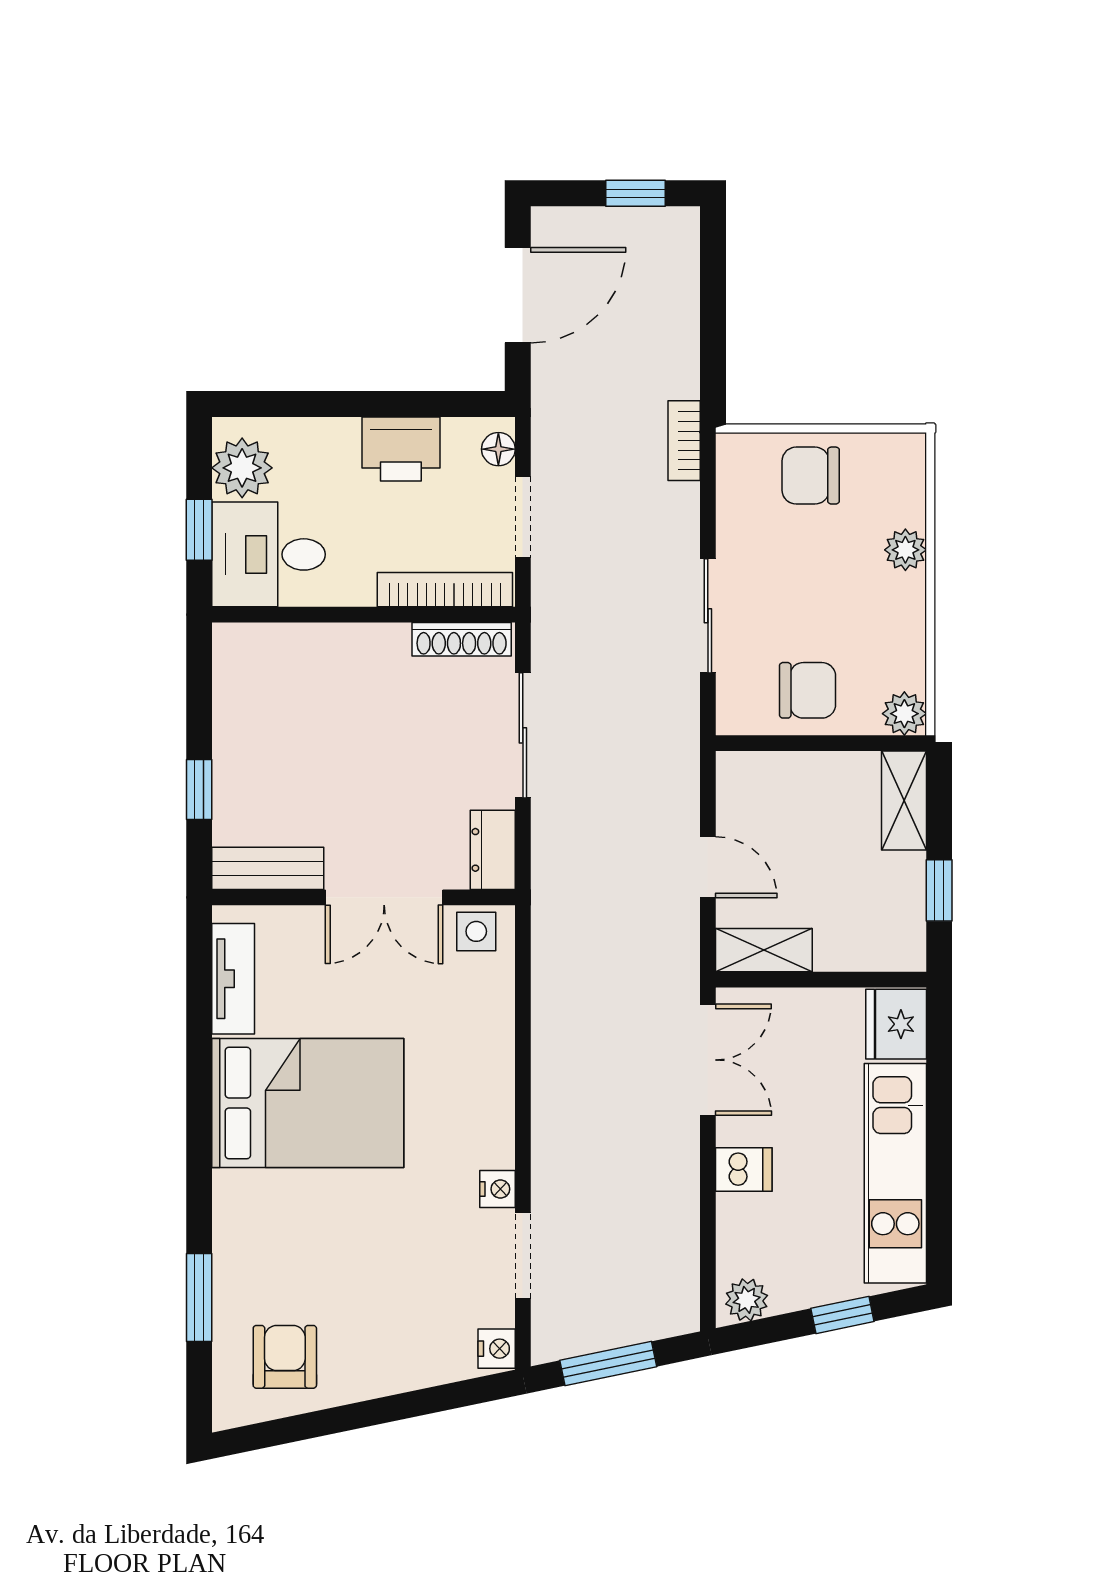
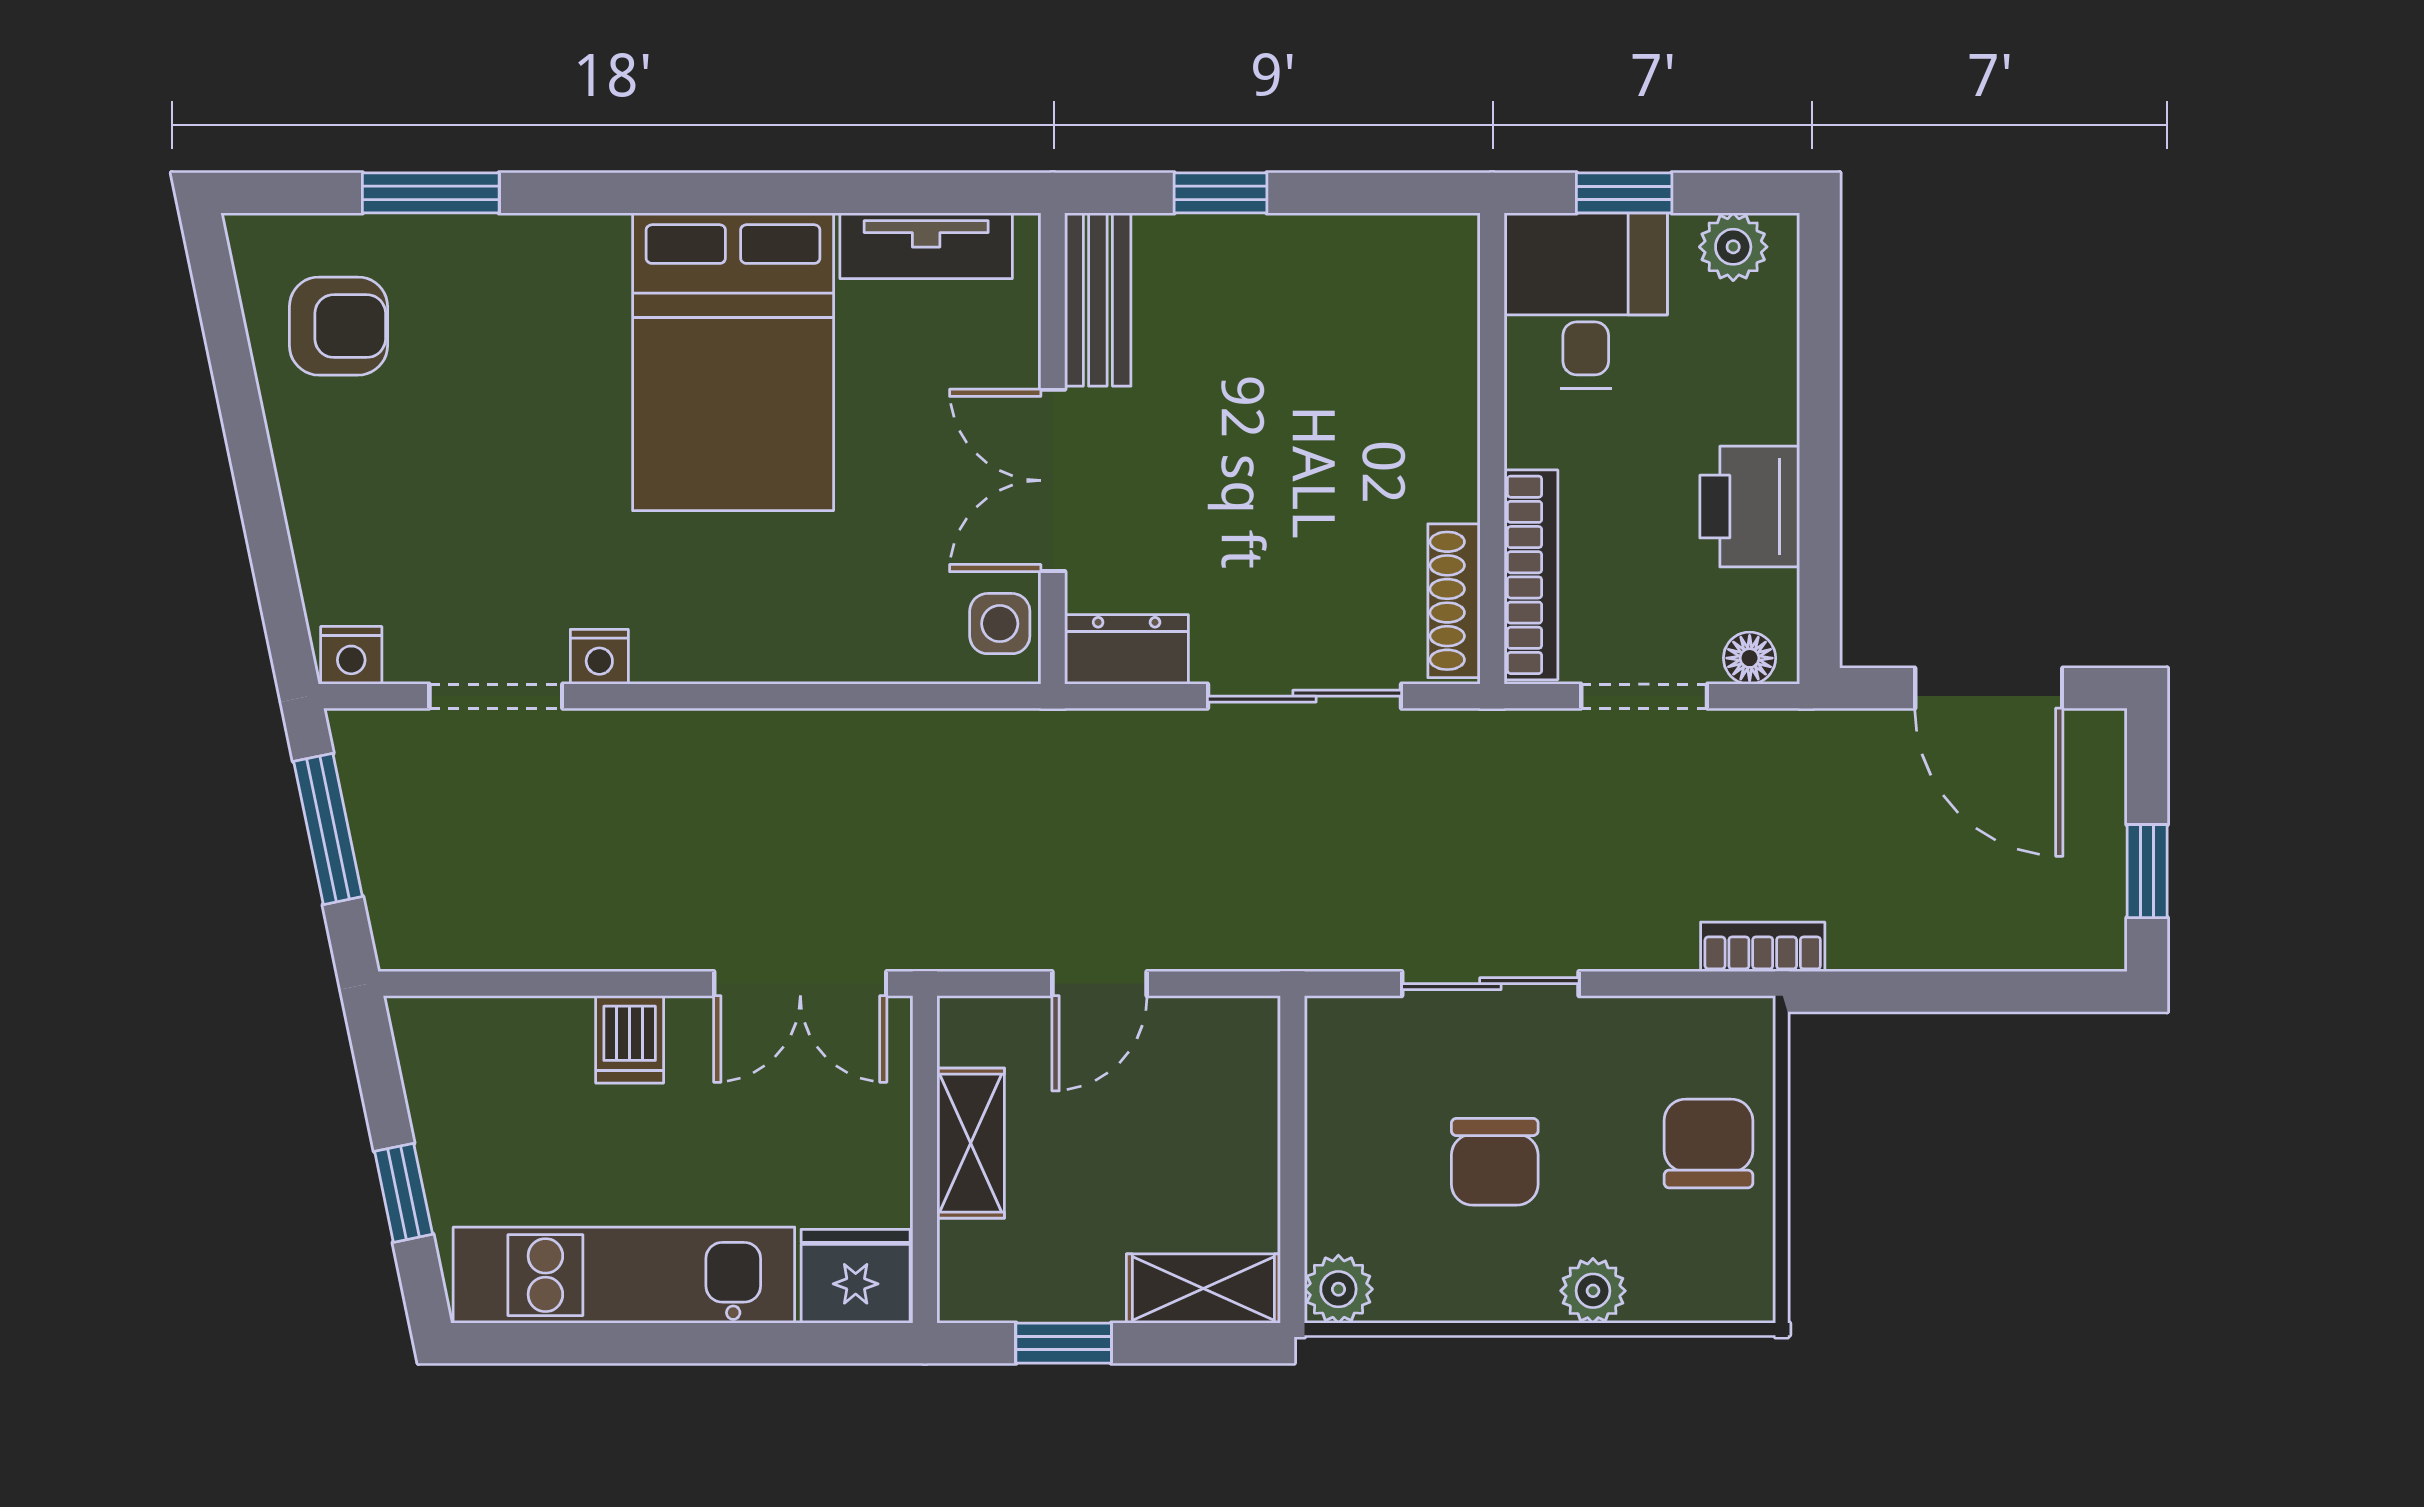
plant: (242, 468) -> (1733, 247), width x0.73, depth x0.73
chair: (808, 690) -> (1495, 1162), moved
shelving: (764, 950) -> (971, 1143), moved
plant: (747, 1300) -> (427, 1044), removed

